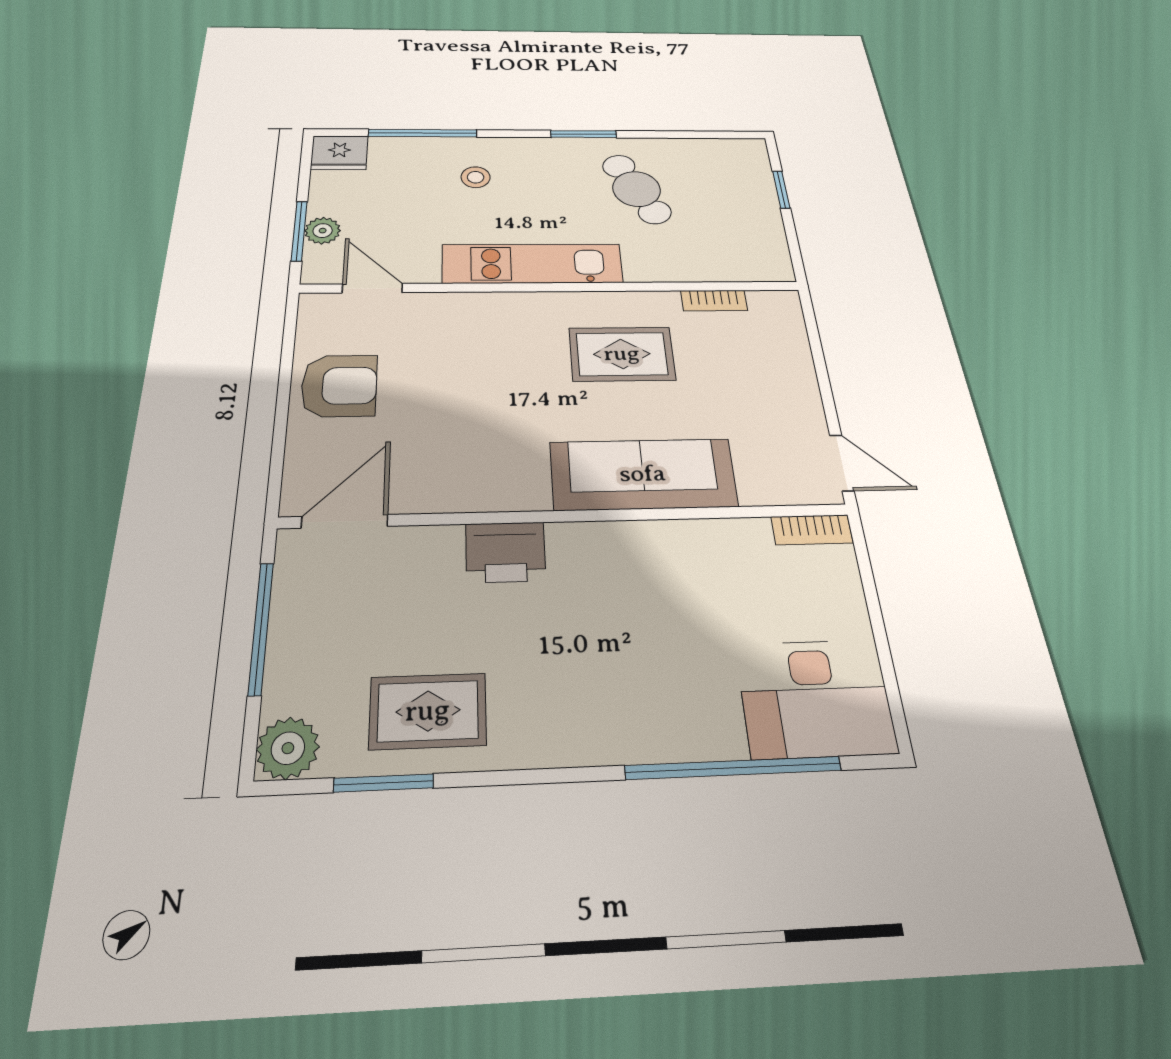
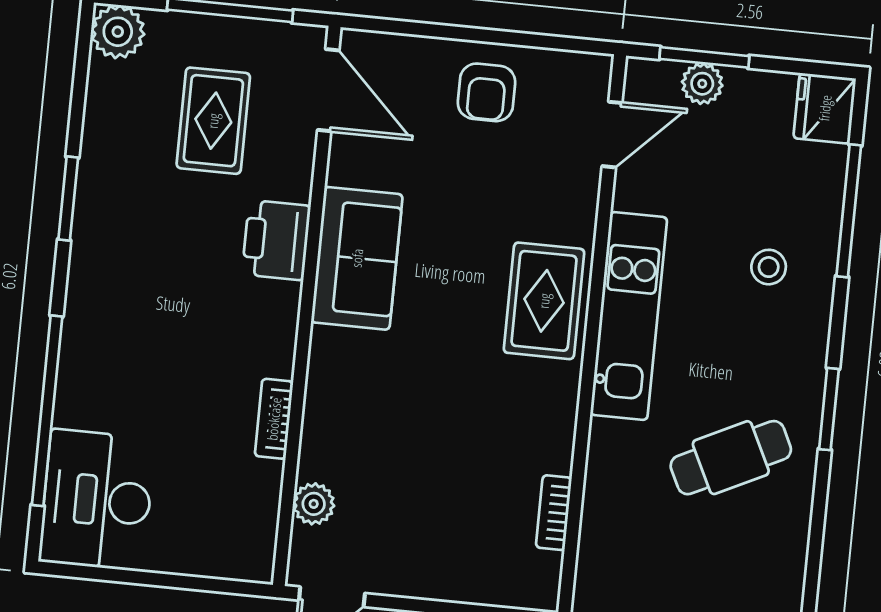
rug: (622, 354) -> (544, 301), moved
armchair: (339, 386) -> (486, 92), width x0.72, depth x0.72
sofa: (643, 474) -> (357, 258), moved, width x0.73
plant: (760, 488) -> (314, 504), added
bookcase: (812, 530) -> (274, 419), moved
rug: (428, 711) -> (213, 121), moved
window: (384, 783) -> (68, 199), moved

